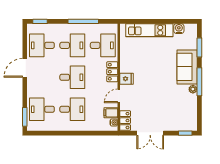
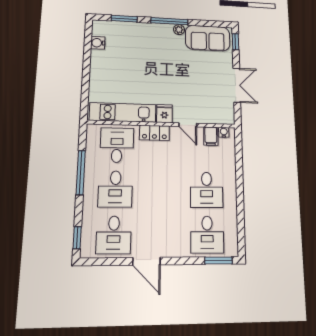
kitchen unit: (149, 30) -> (123, 112), moved, turned -90
desk: (72, 45) -> (115, 189), turned 180
sofa: (187, 67) -> (208, 38), moved
desk: (72, 77) -> (162, 189), removed
desk: (72, 109) -> (207, 190), turned 180
locker: (125, 121) -> (221, 117), removed

